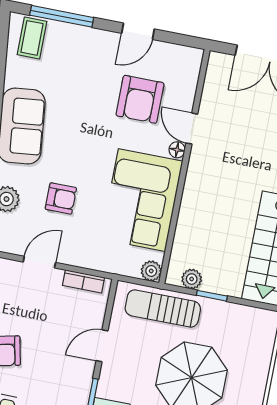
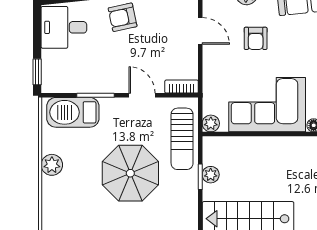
plant: (192, 279) -> (211, 175), moved
bookcase: (83, 281) -> (182, 87), moved, turned 90
sun lounger: (163, 308) -> (182, 139), turned 180

